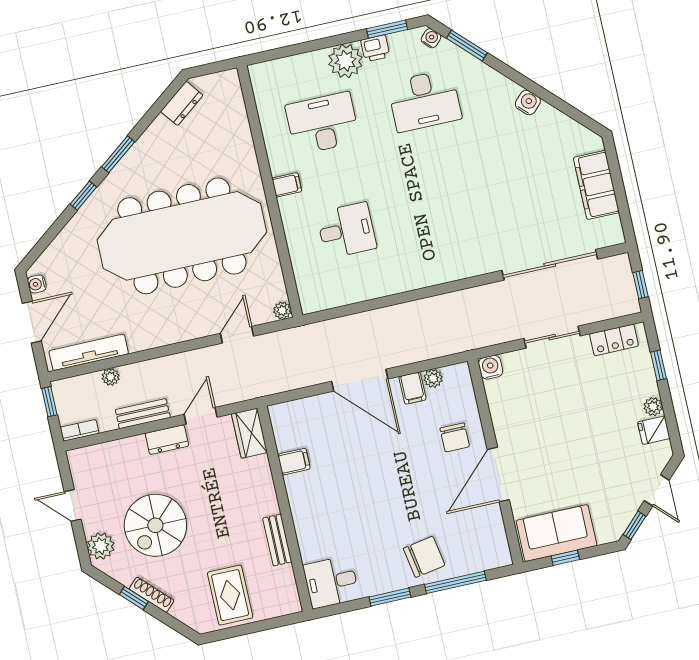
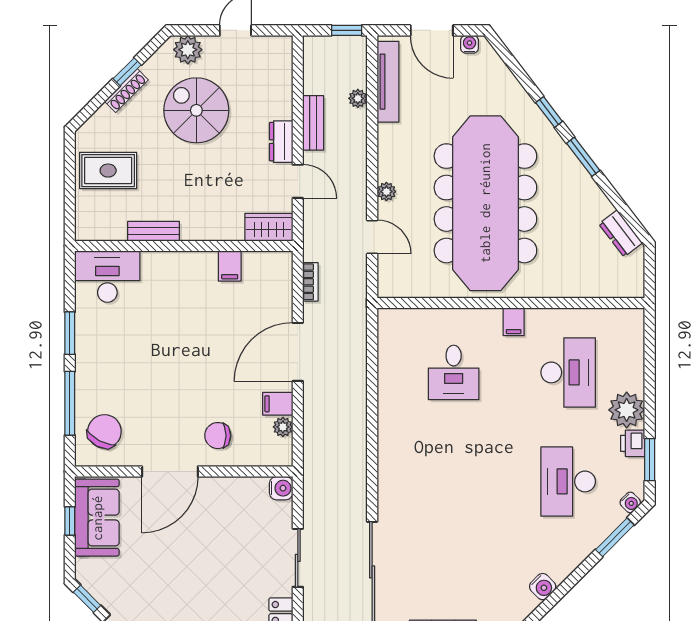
plant: (282, 311) -> (386, 192), moved
bookcase: (80, 430) -> (310, 282), moved
door: (498, 475) -> (170, 472), swing flipped
chair: (424, 557) -> (104, 431), moved, turned -142
desk: (331, 582) -> (107, 277), width x1.37

